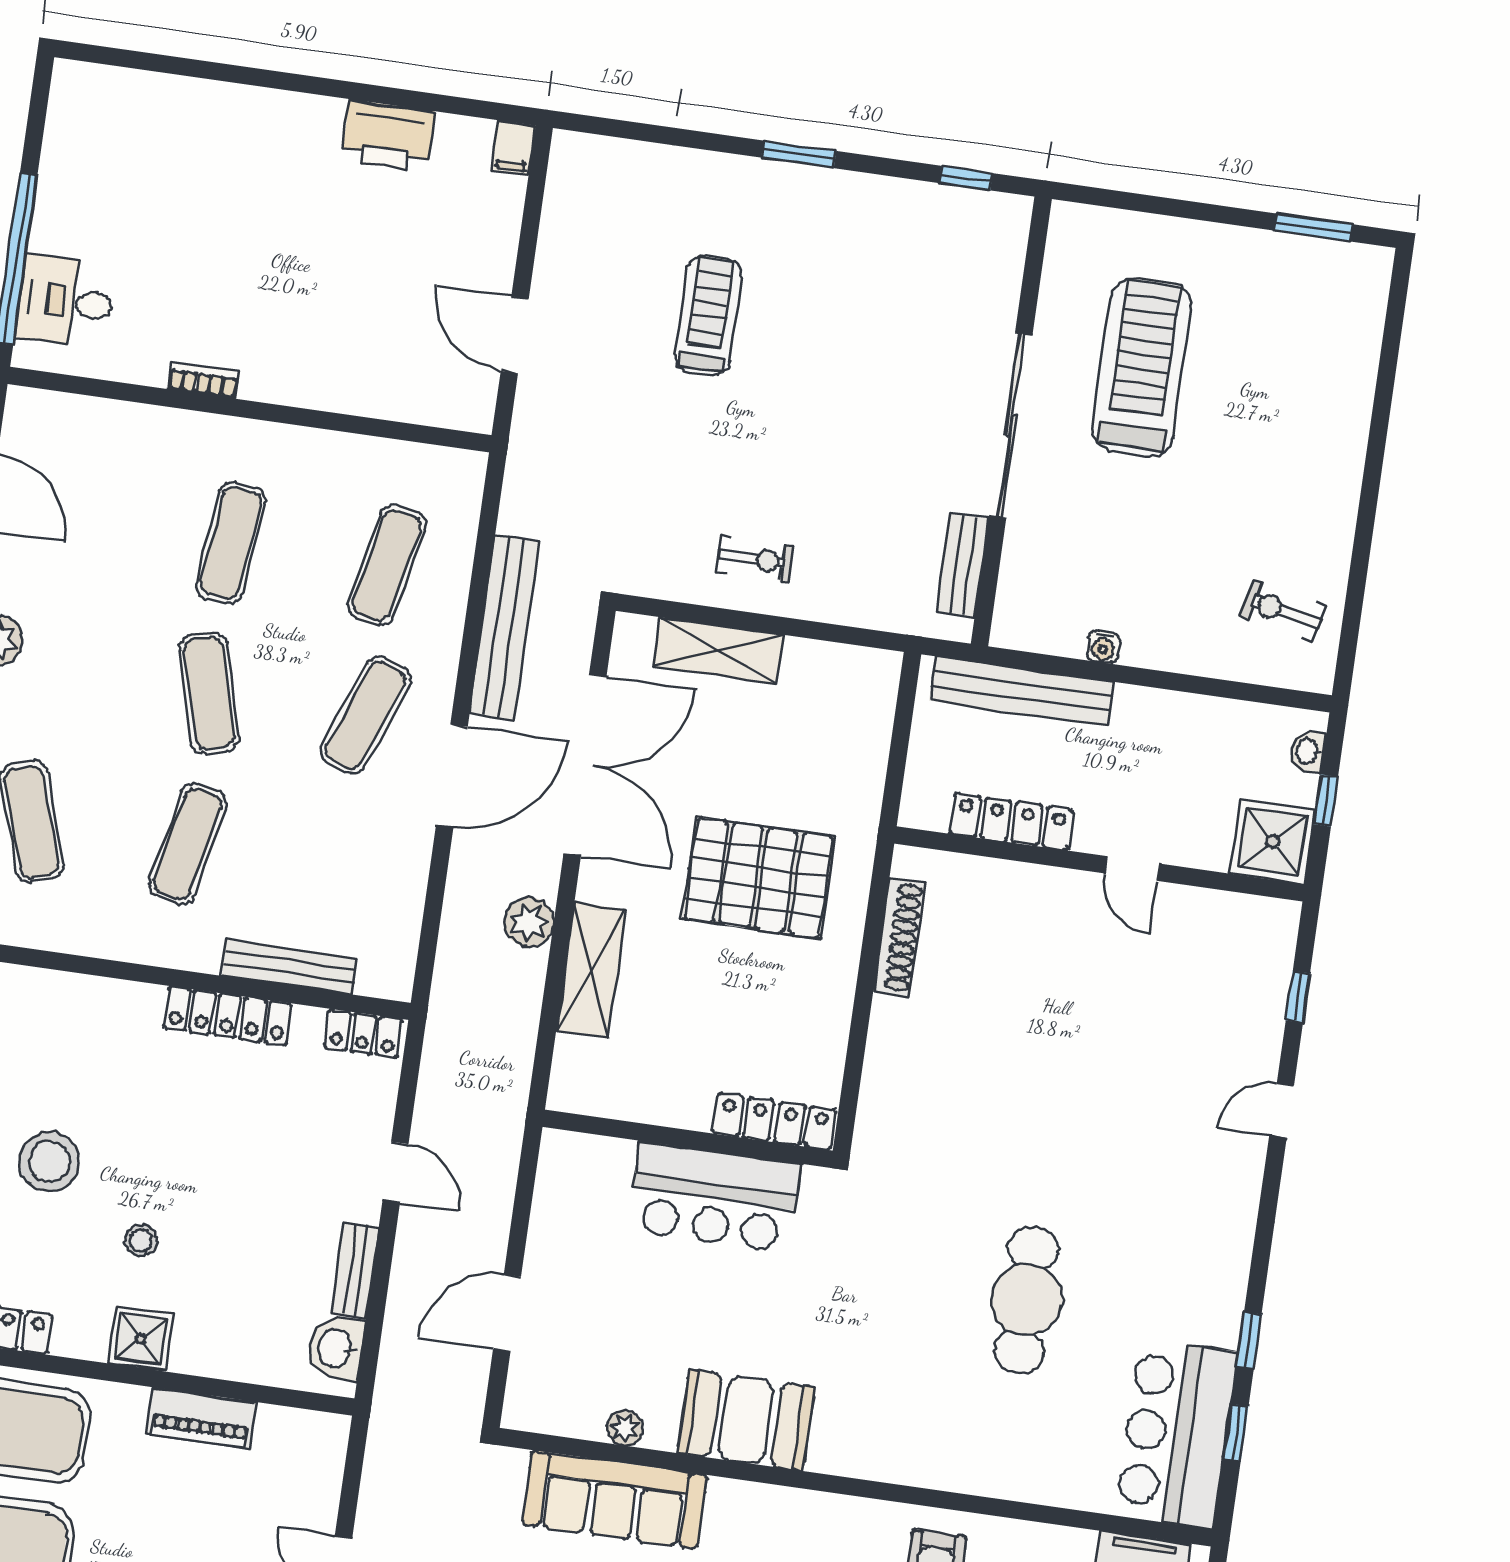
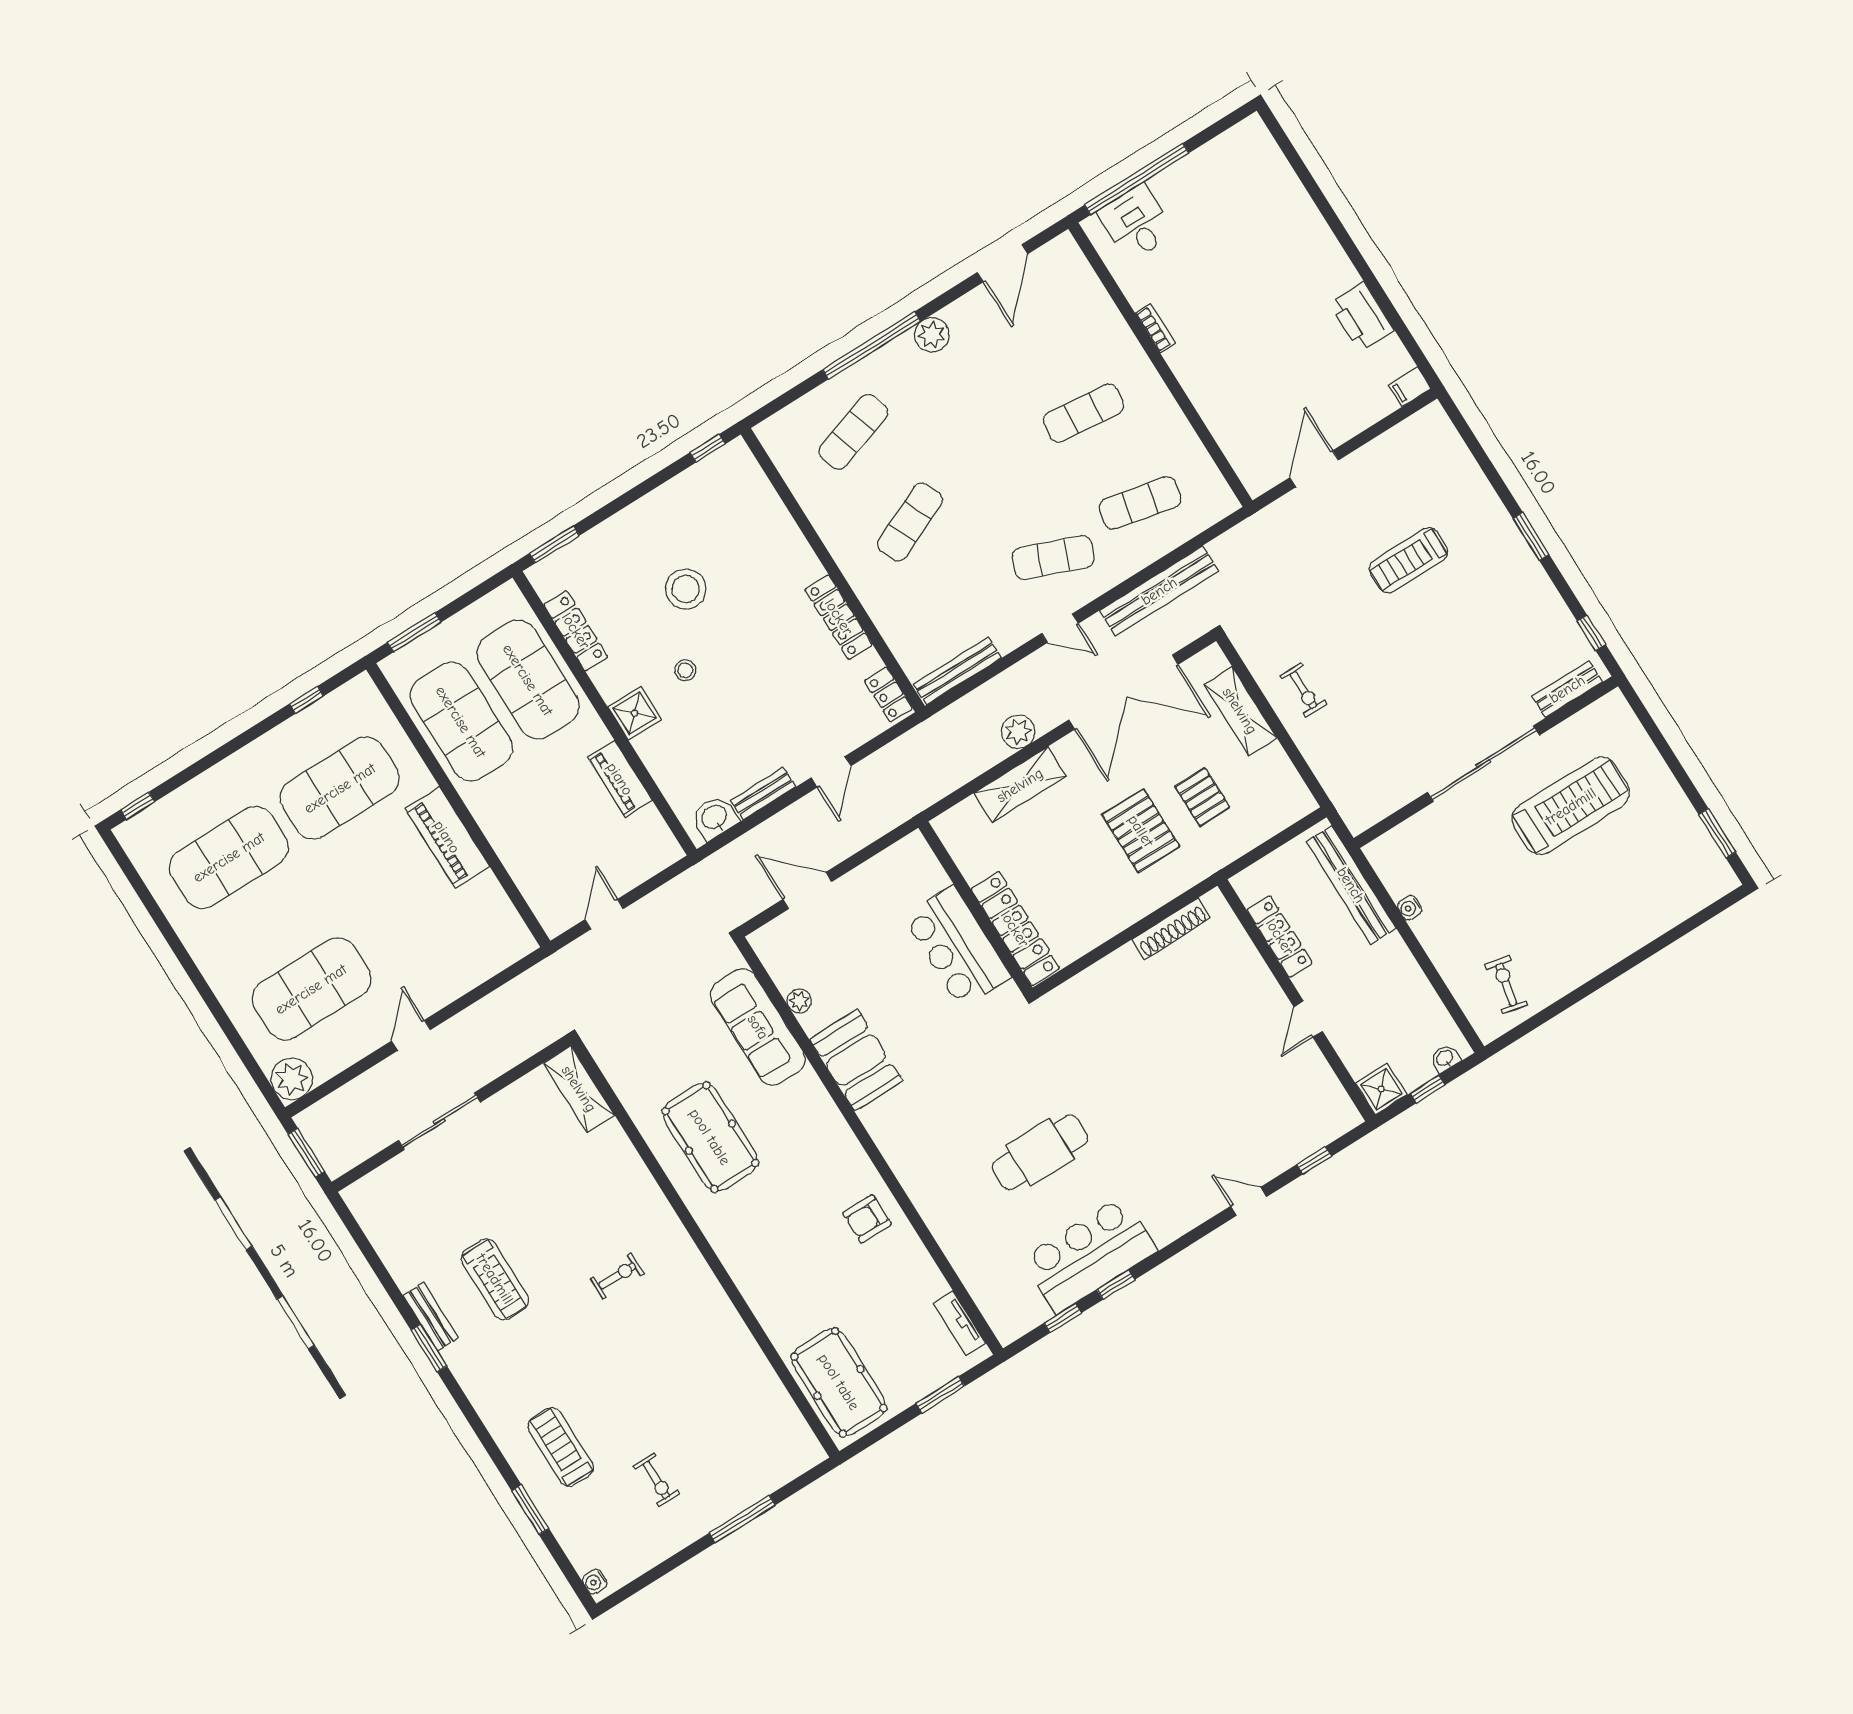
treadmill: (708, 316) -> (1408, 560), turned 180
bench: (963, 566) -> (1567, 689), moved
exercise mat: (209, 693) -> (997, 467), removed
door: (452, 776) -> (1060, 628), width x0.53
pallet: (779, 776) -> (1202, 797), added
shower: (1273, 841) -> (1381, 1089), width x0.73, depth x0.73
exercise mat: (188, 844) -> (910, 522), turned -36
pallet: (759, 878) -> (1141, 831), width x0.73, depth x0.71
bench: (290, 967) -> (957, 671), moved, turned 90
locker: (774, 1122) -> (1015, 929), width x1.41, depth x1.21
bar counter: (1177, 1434) -> (1089, 1255), moved

